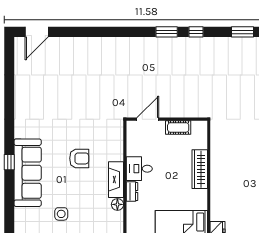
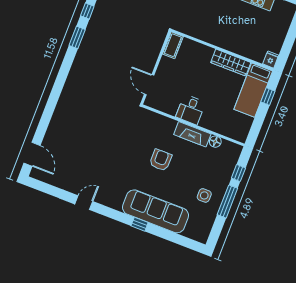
door: (9, 100) -> (84, 203), added
cot: (178, 127) -> (173, 45), moved
wardrobe: (200, 169) -> (231, 63), moved
dresser: (132, 192) -> (209, 124), removed

